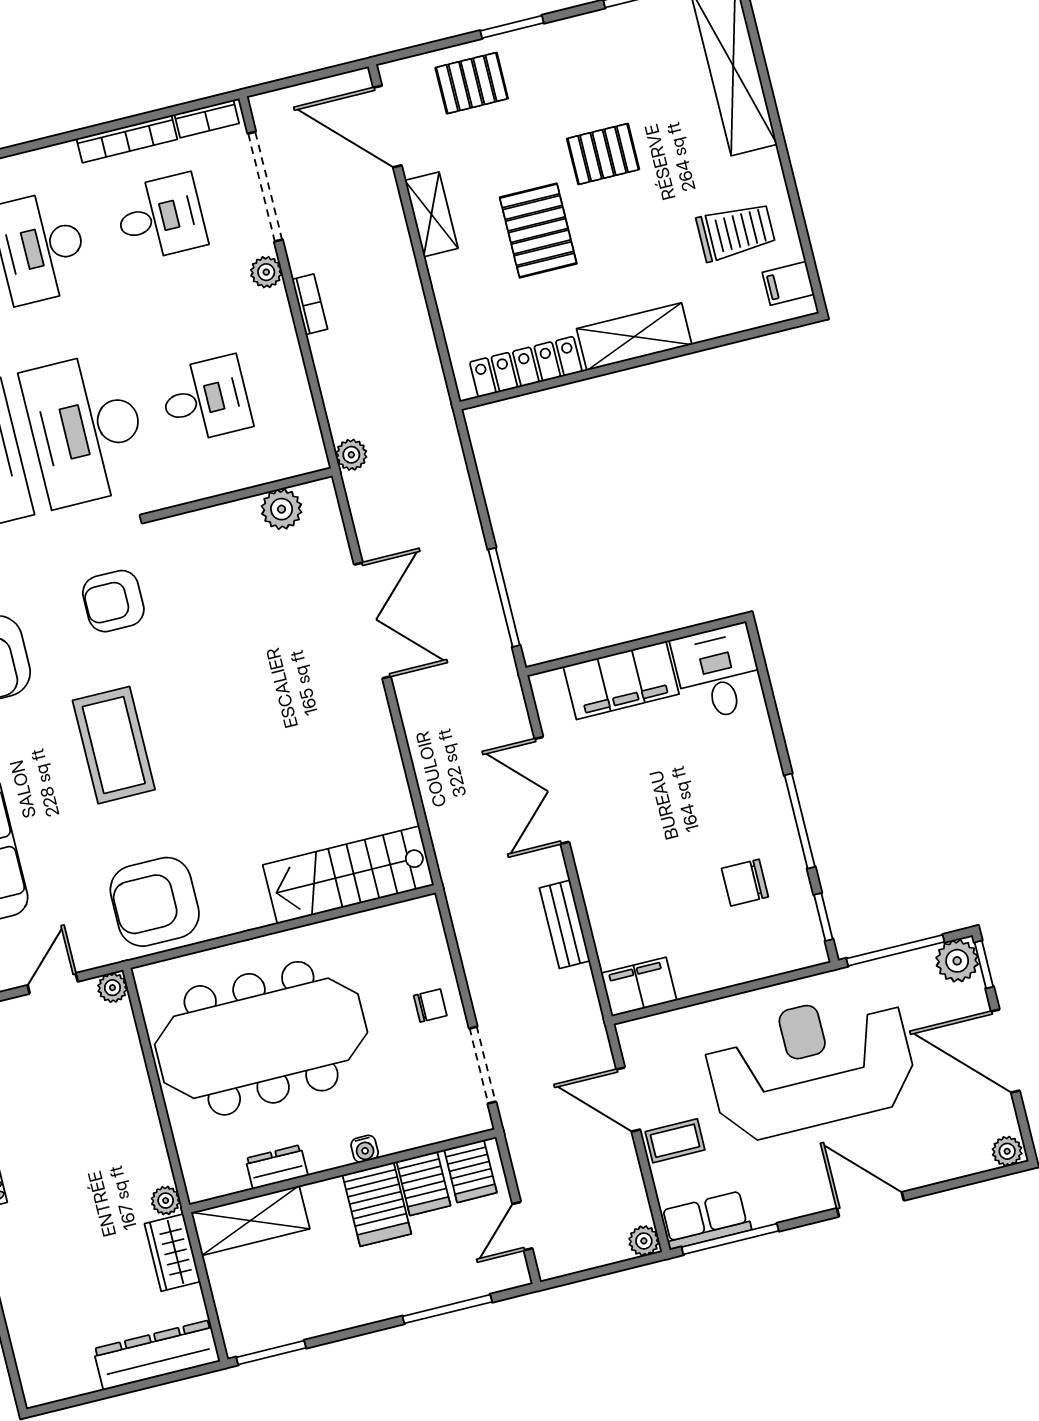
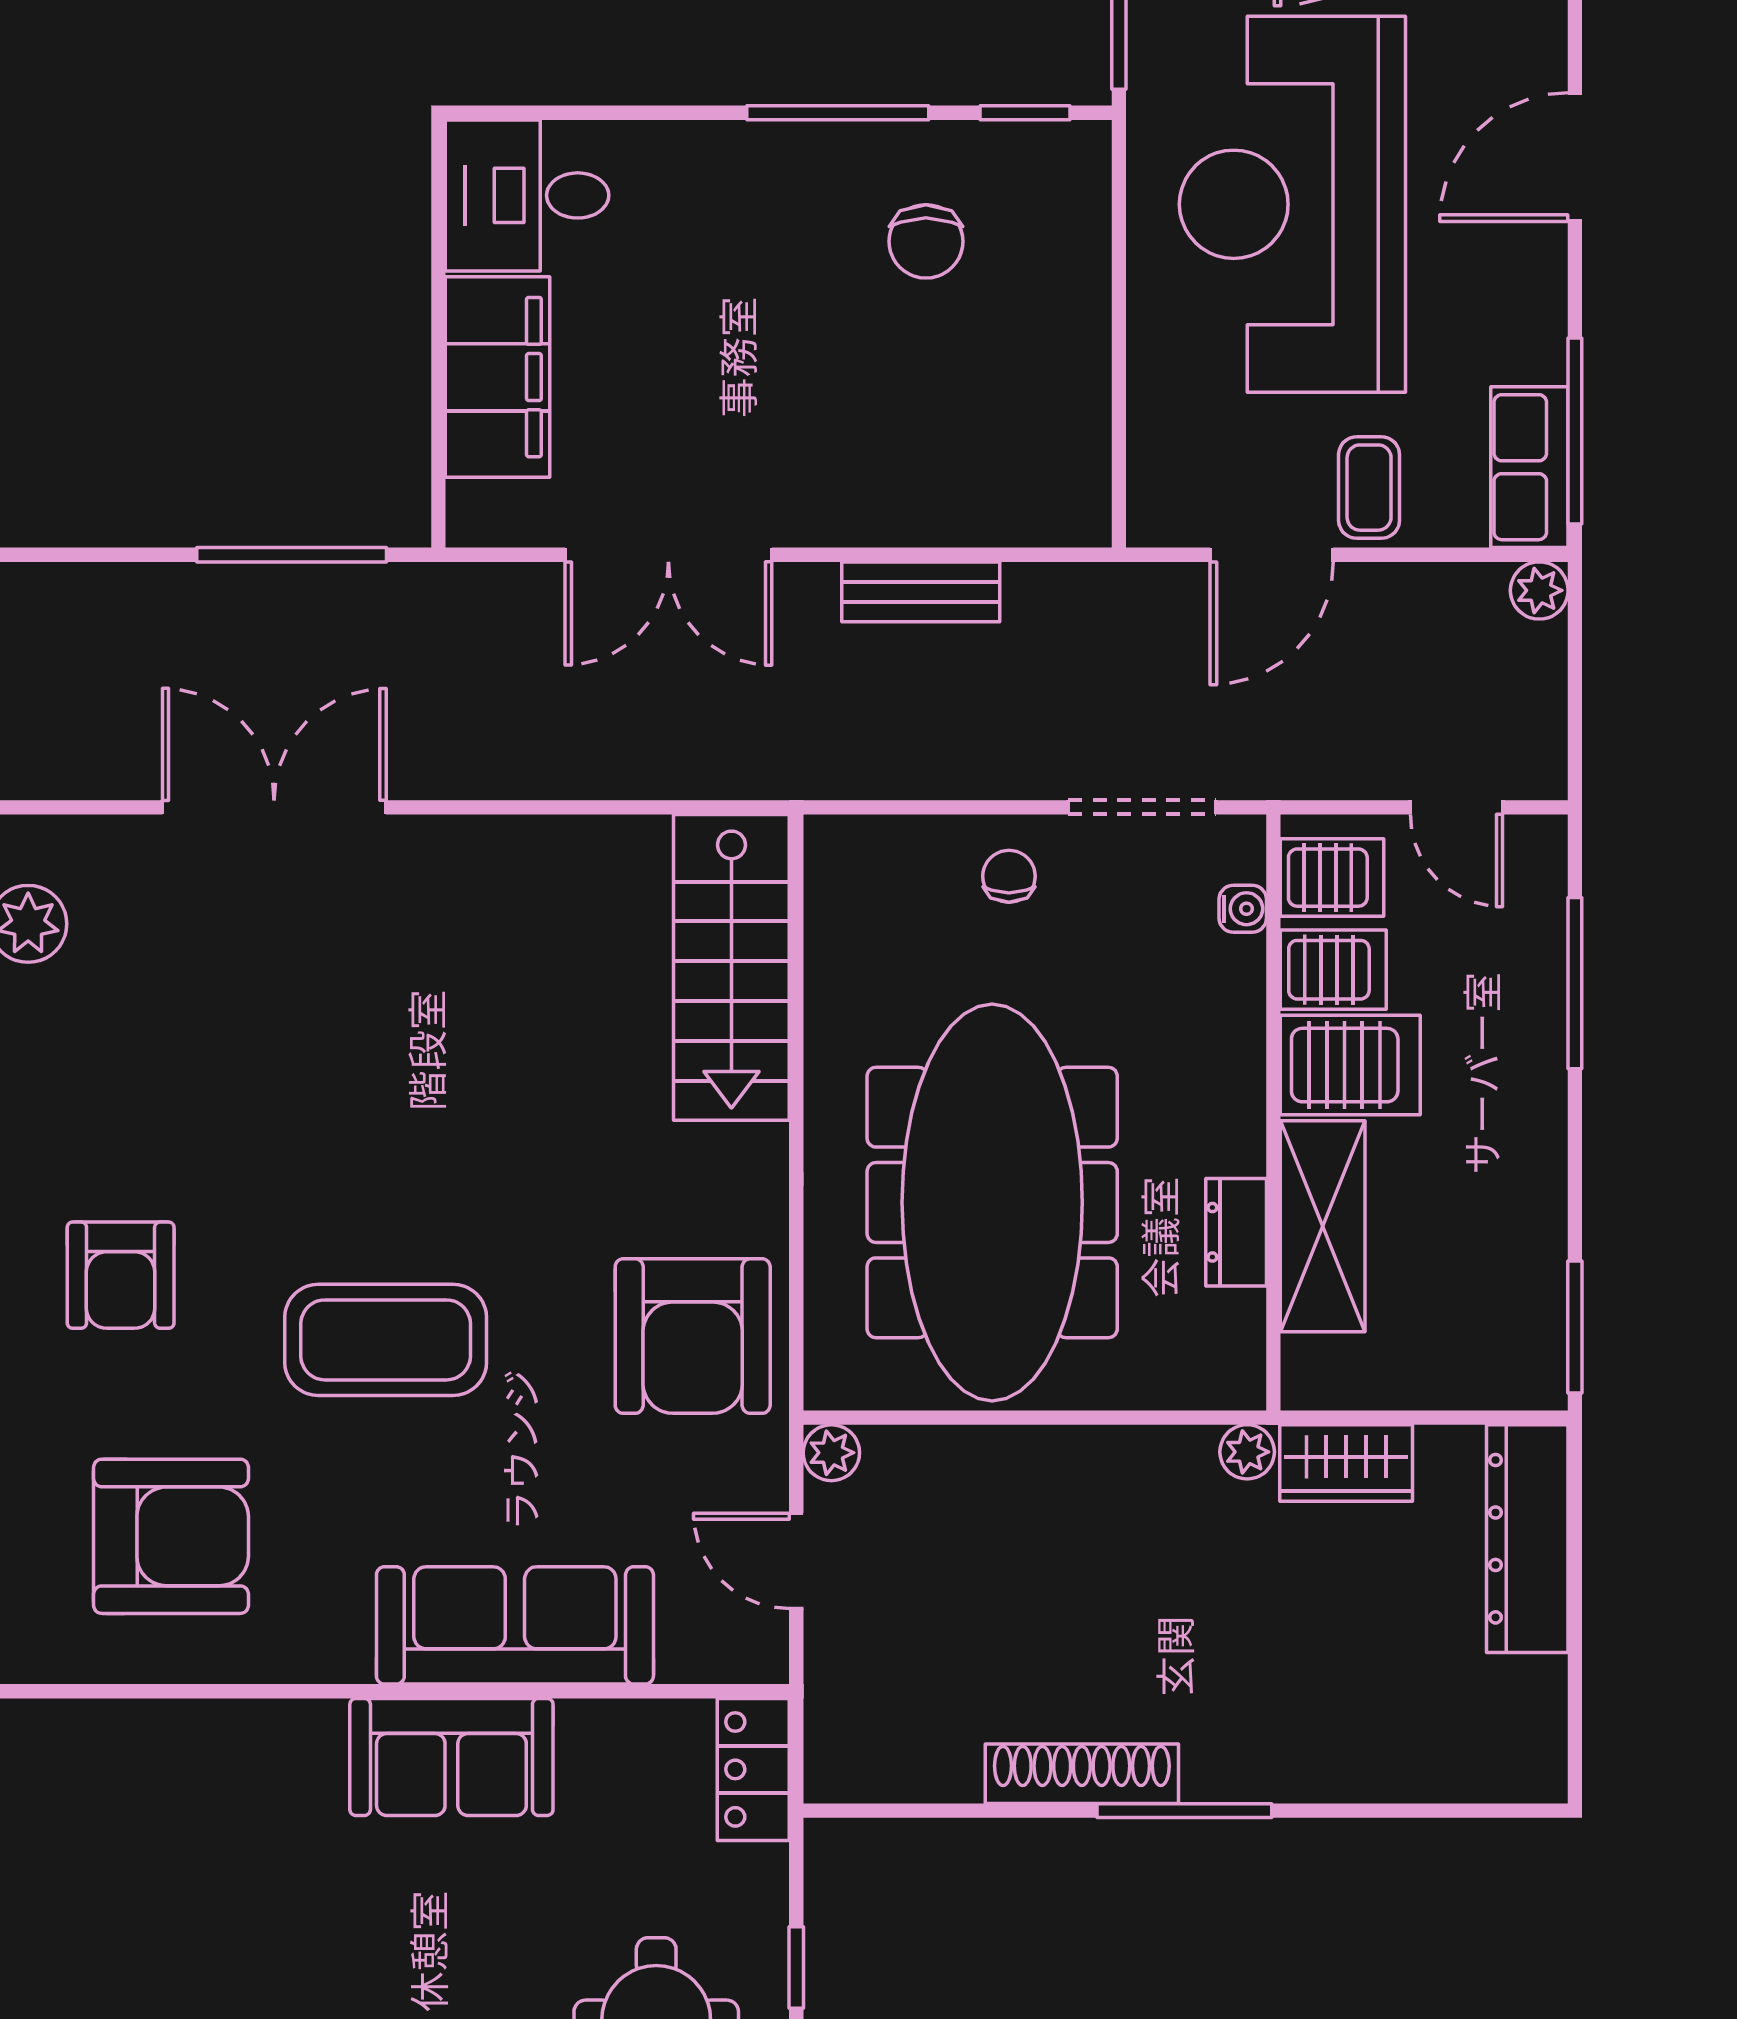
filing cabinet: (639, 987) -> (1070, 484), removed
water cooler: (365, 1149) -> (1243, 909), moved
shelving: (250, 1221) -> (1323, 1226), moved

